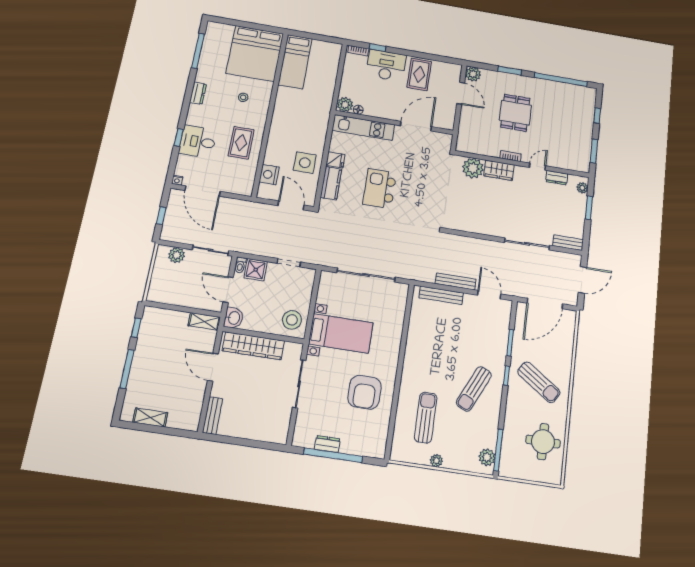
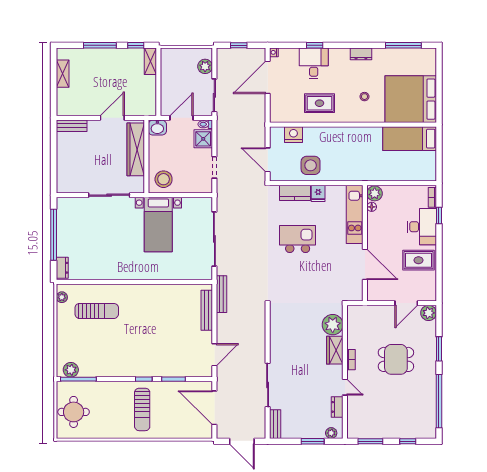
door: (291, 205) -> (268, 160), swing flipped
bench: (456, 281) -> (222, 294), moved
shelving: (204, 321) -> (150, 61), moved
sun lounger: (539, 382) -> (142, 409), turned -34
sun lounger: (474, 389) -> (128, 351), removed
armchair: (365, 392) -> (110, 254), removed
round table: (543, 442) -> (74, 412), moved
dresser: (327, 444) -> (62, 268), moved
plant: (436, 461) -> (62, 297), moved

